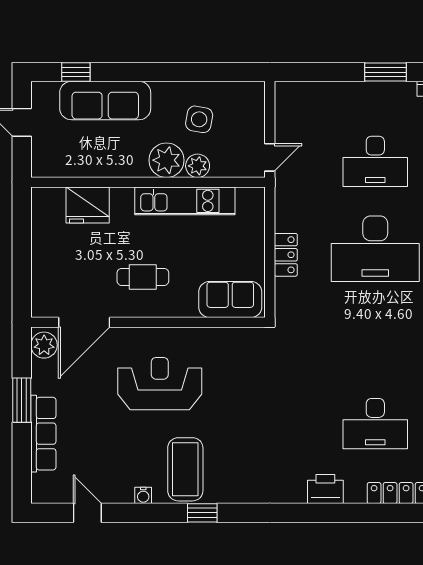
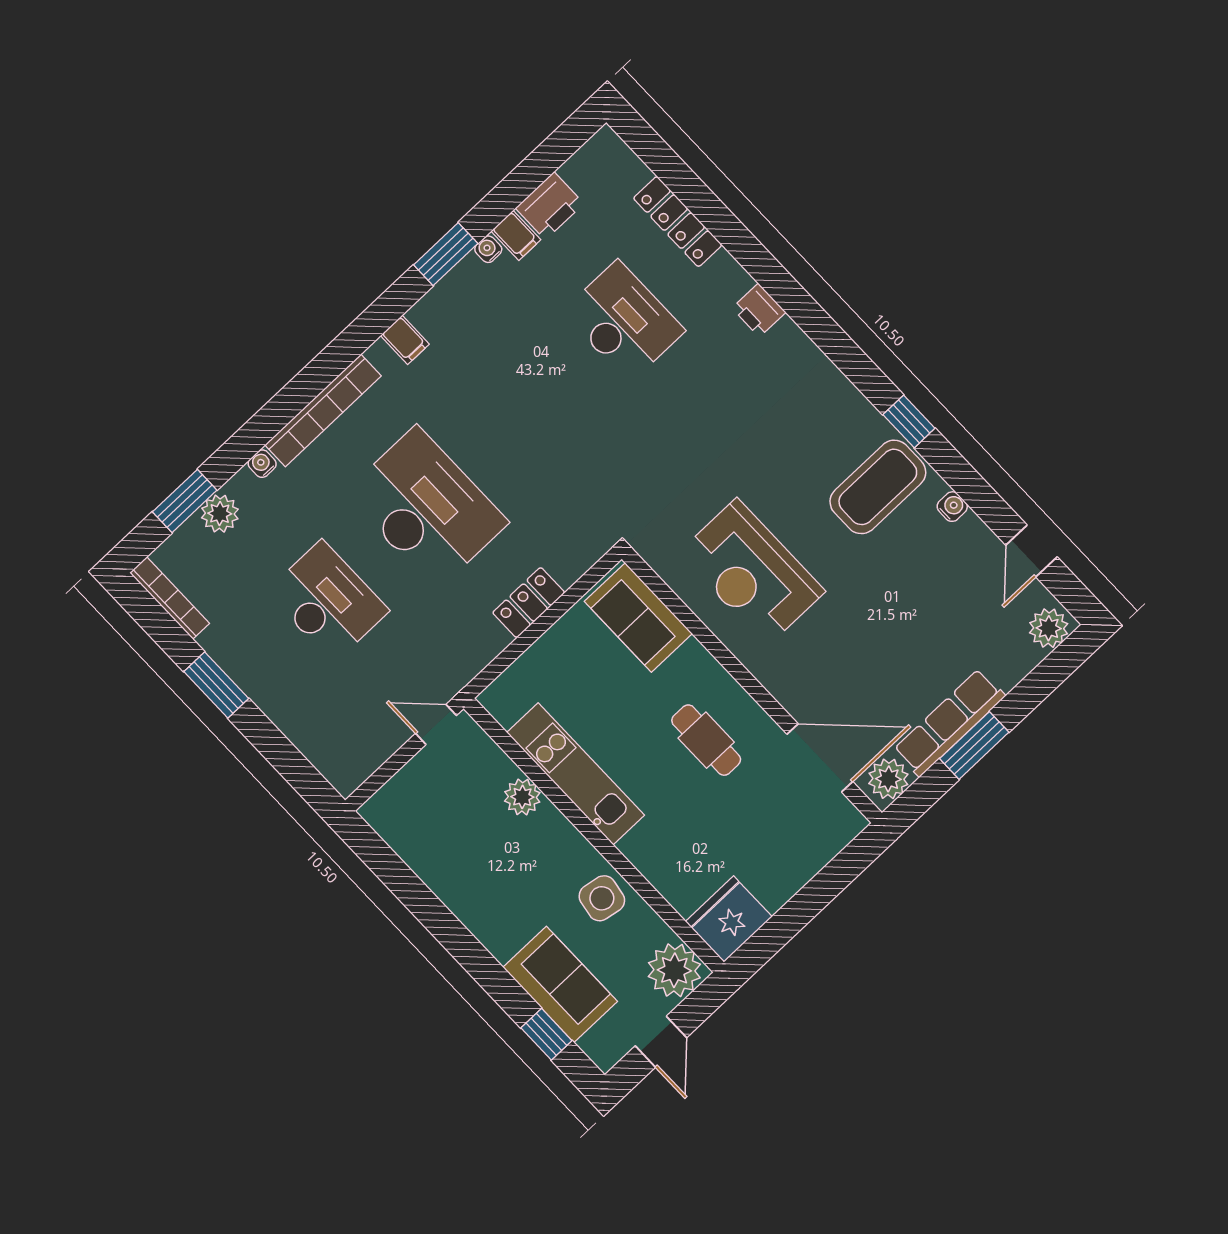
sofa: (105, 101) -> (560, 984), width x0.73
side table: (199, 119) -> (602, 898), moved
plant: (167, 160) -> (674, 970), moved
fridge: (88, 205) -> (729, 919), moved, turned -90
reception desk: (160, 384) -> (752, 572), moved
row of seats: (43, 434) -> (949, 723), moved
plant: (44, 487) -> (1049, 628), added
printer: (325, 489) -> (759, 310), width x0.73, depth x0.81

